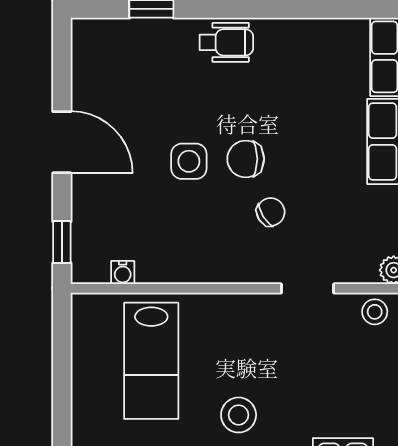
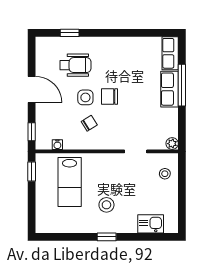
wheelchair: (226, 42) -> (75, 65), moved, width x1.36, depth x1.37
chair: (271, 212) -> (89, 123), moved
stool: (375, 312) -> (165, 174), moved
window: (62, 336) -> (32, 172), added

